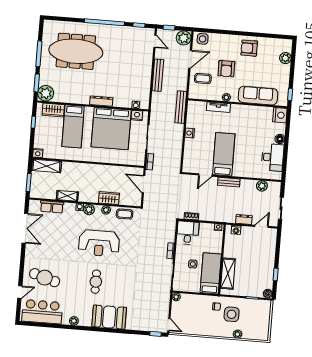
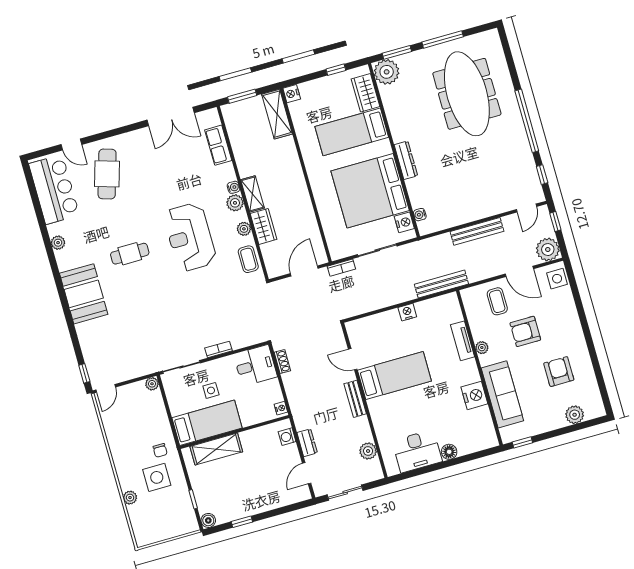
armchair: (249, 48) -> (559, 372), moved
nightstand: (280, 115) -> (474, 395), moved, turned -90
shelving: (67, 196) -> (253, 194), moved
door: (262, 226) -> (307, 473), swing flipped

